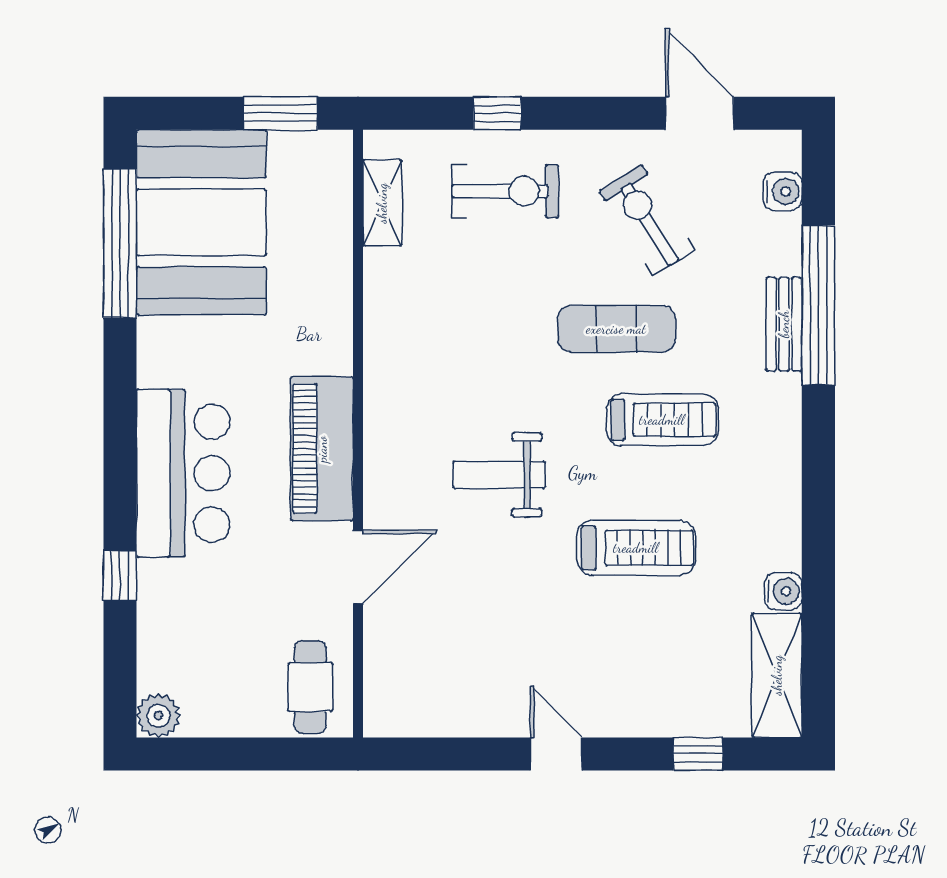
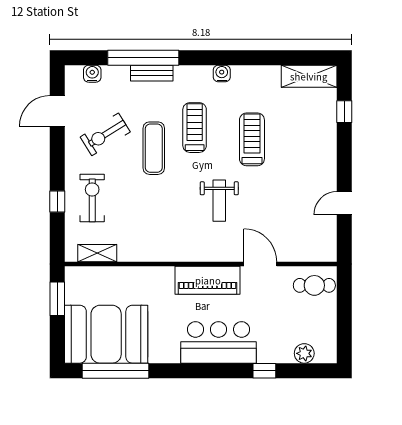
water cooler: (783, 591) -> (222, 73), moved
plant: (158, 716) -> (304, 353), moved
door: (556, 754) -> (344, 203), moved

